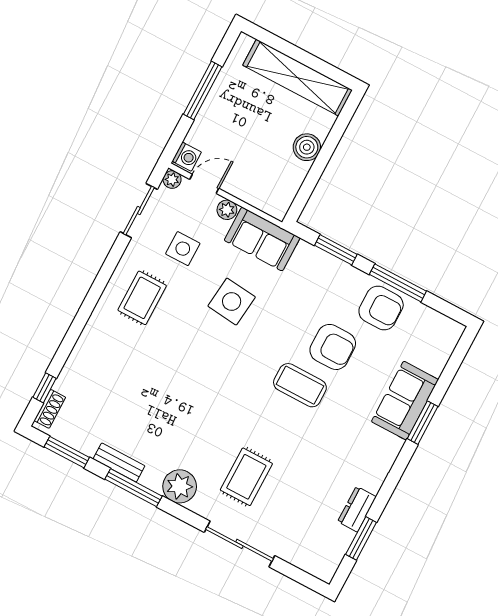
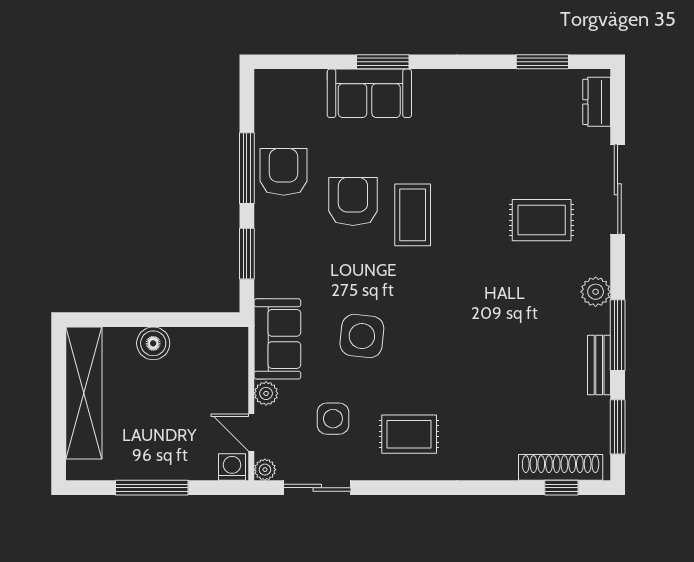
shoe rack: (50, 409) -> (561, 467), width x1.94, depth x1.24
plant: (180, 486) -> (596, 292), width x0.73, depth x0.73
dresser: (357, 509) -> (597, 102), moved, turned 90

